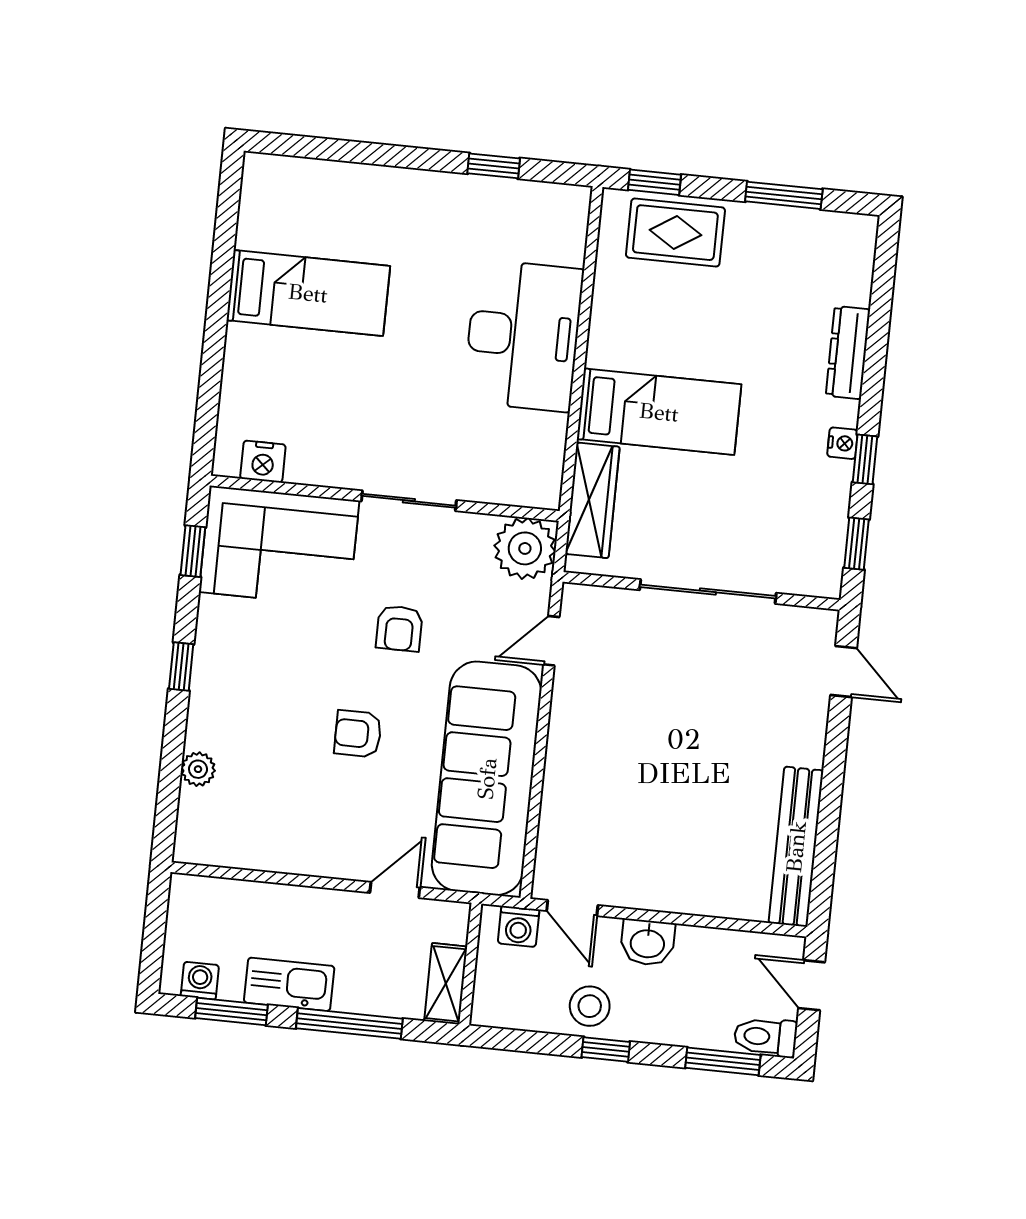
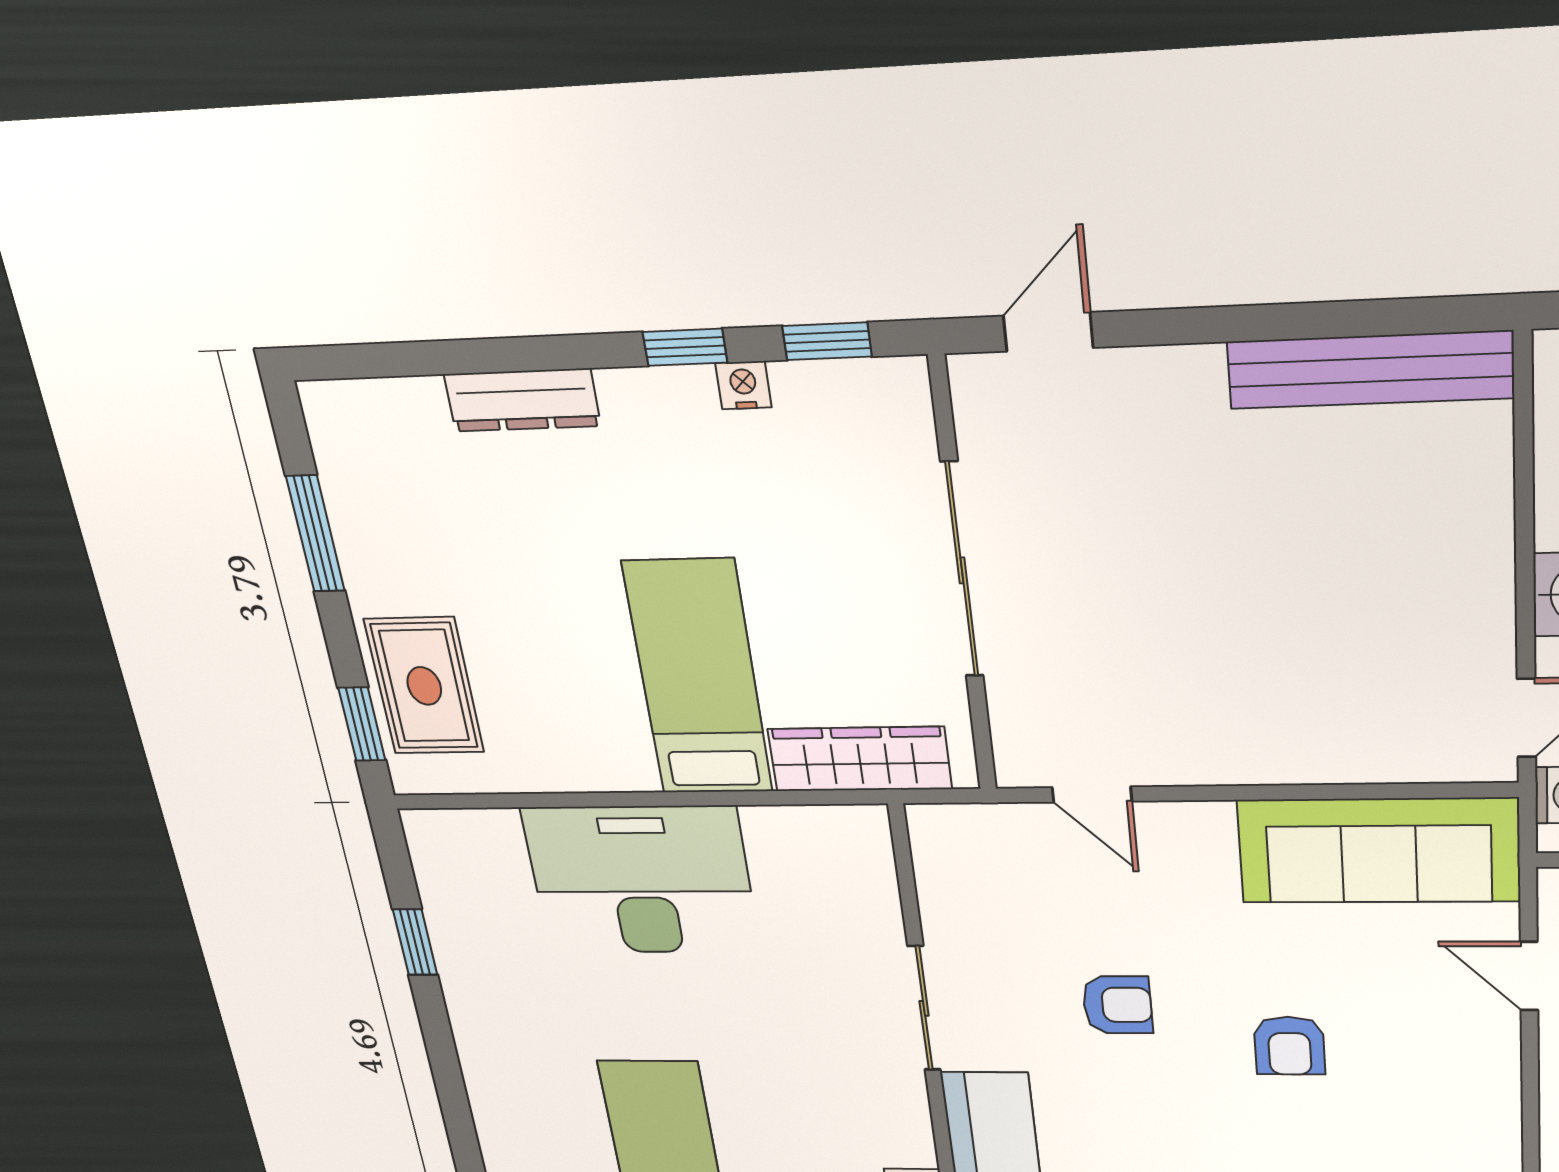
nightstand: (843, 443) -> (743, 385), moved
plant: (525, 548) -> (957, 846), removed
sofa: (487, 778) -> (1379, 851), width x0.74, depth x0.79

